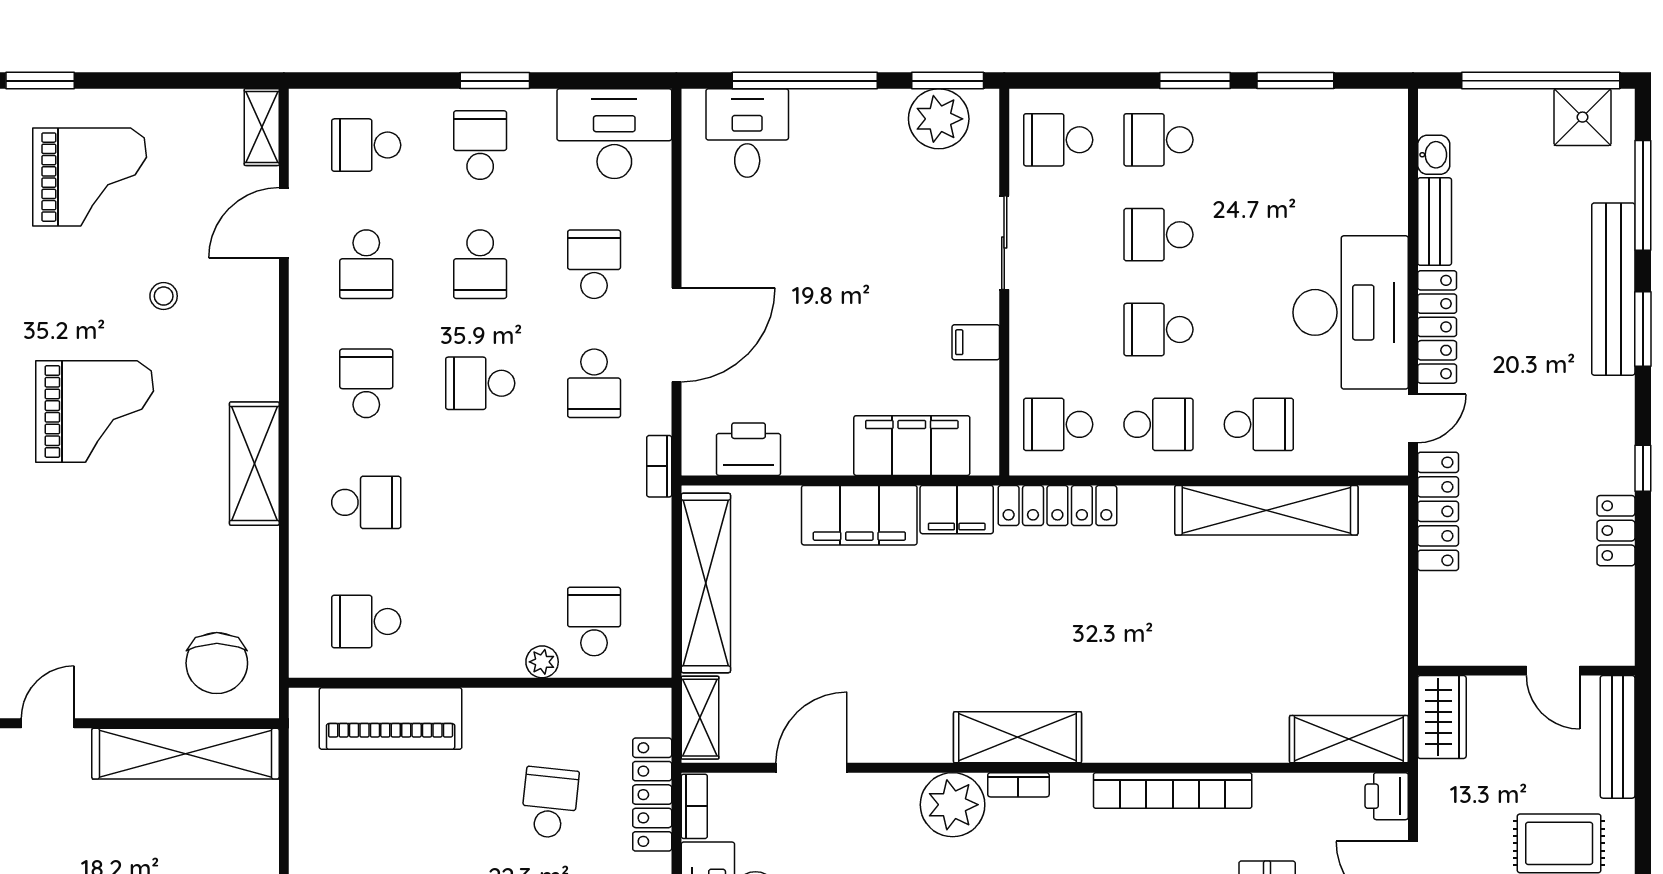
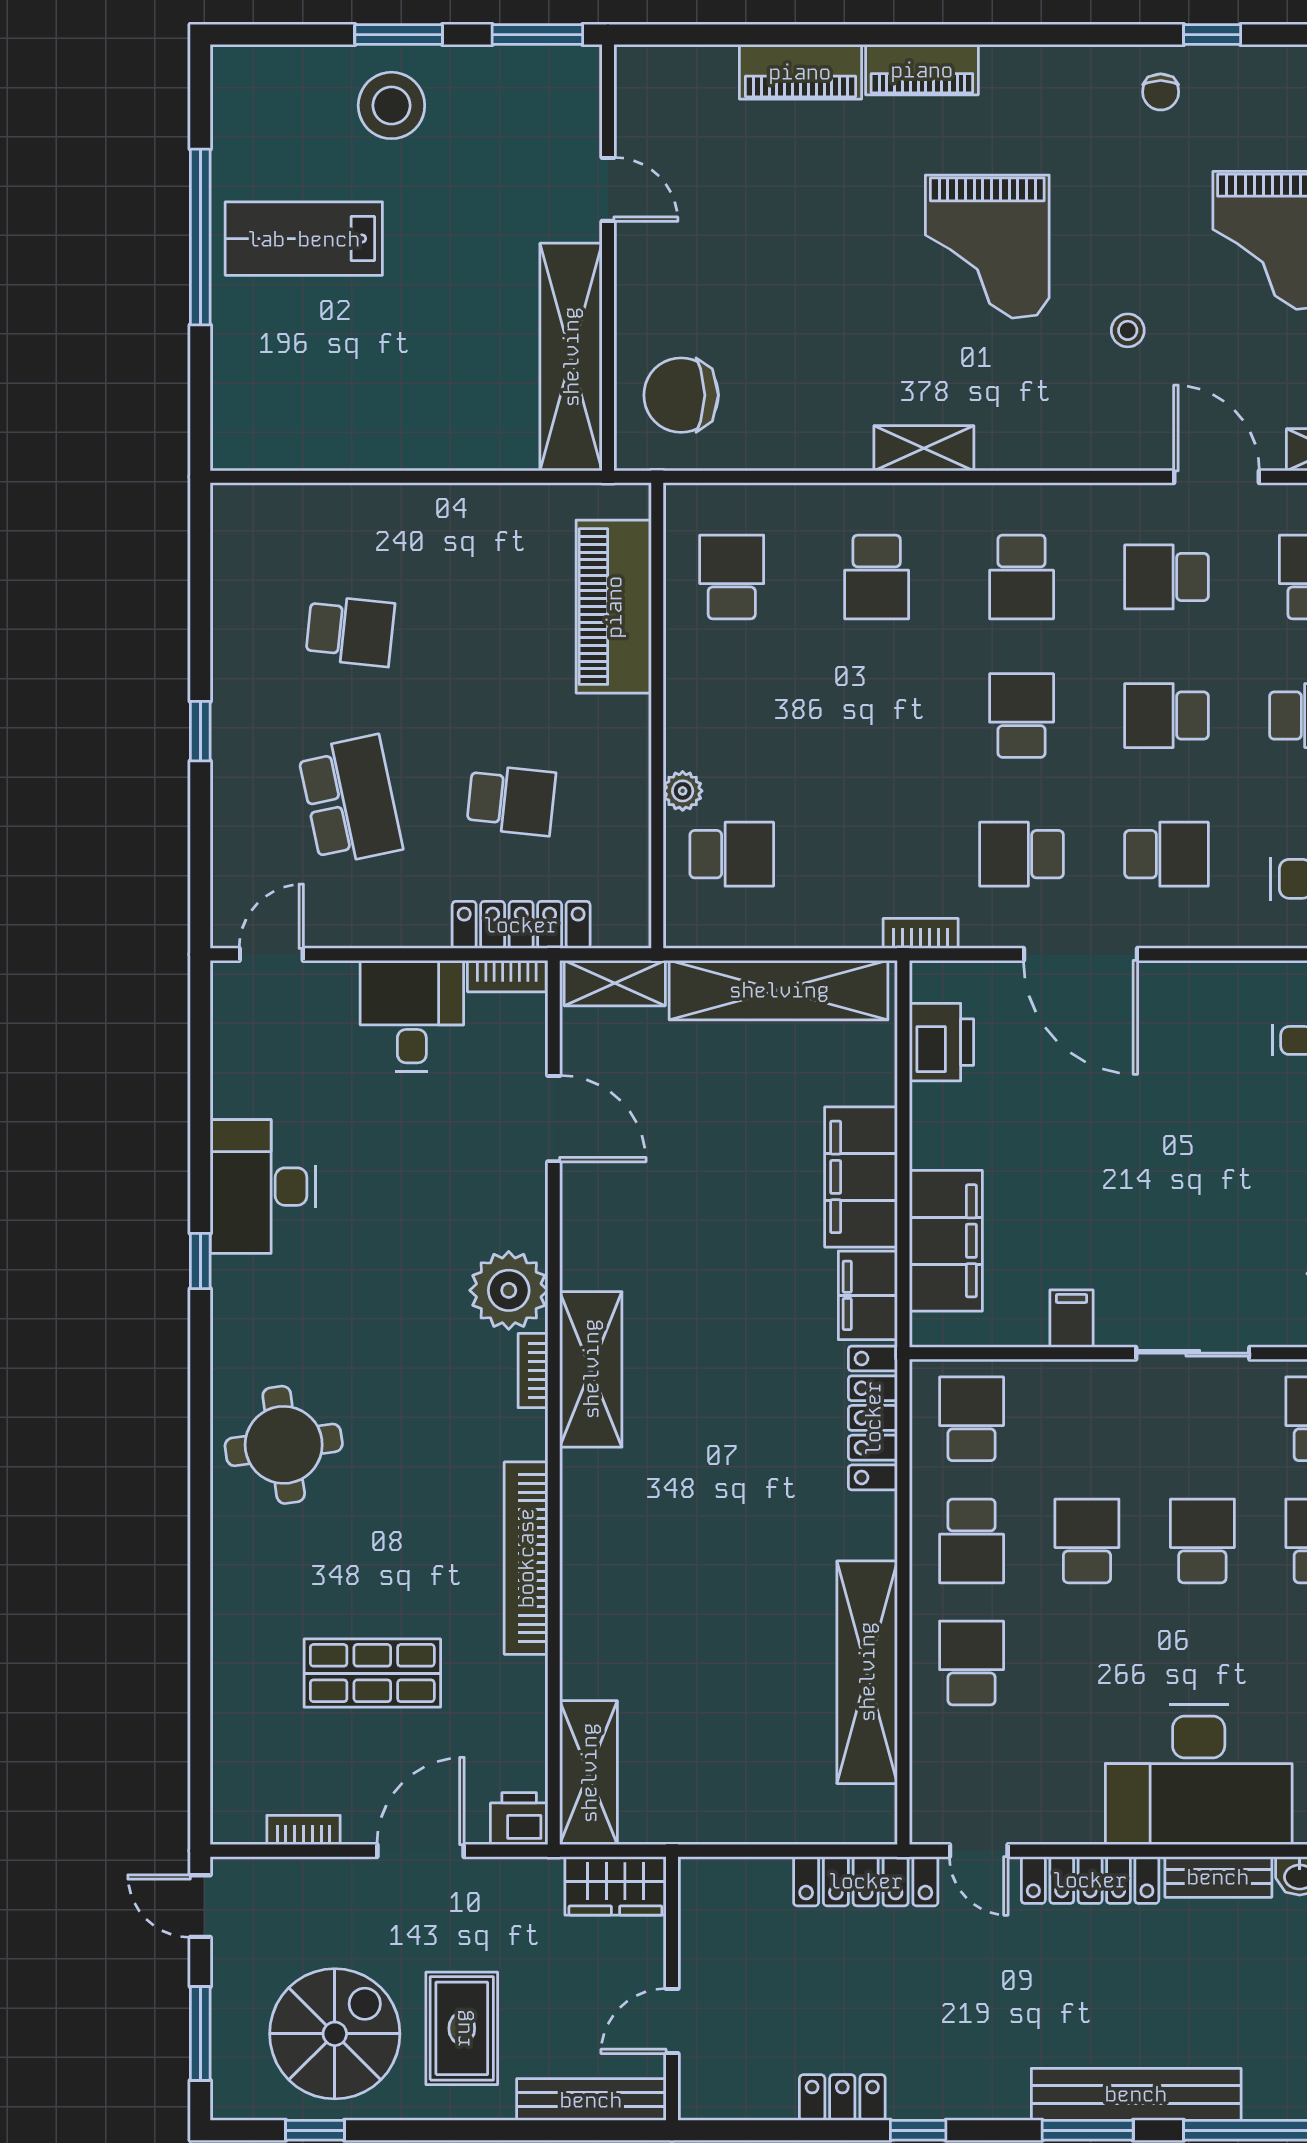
desk: (1351, 312) -> (1199, 1775), moved
school desk: (366, 383) -> (1022, 577), turned 90
school desk: (1259, 424) -> (972, 1663), turned 180
shelving: (254, 464) -> (924, 448), width x0.67, depth x0.75

